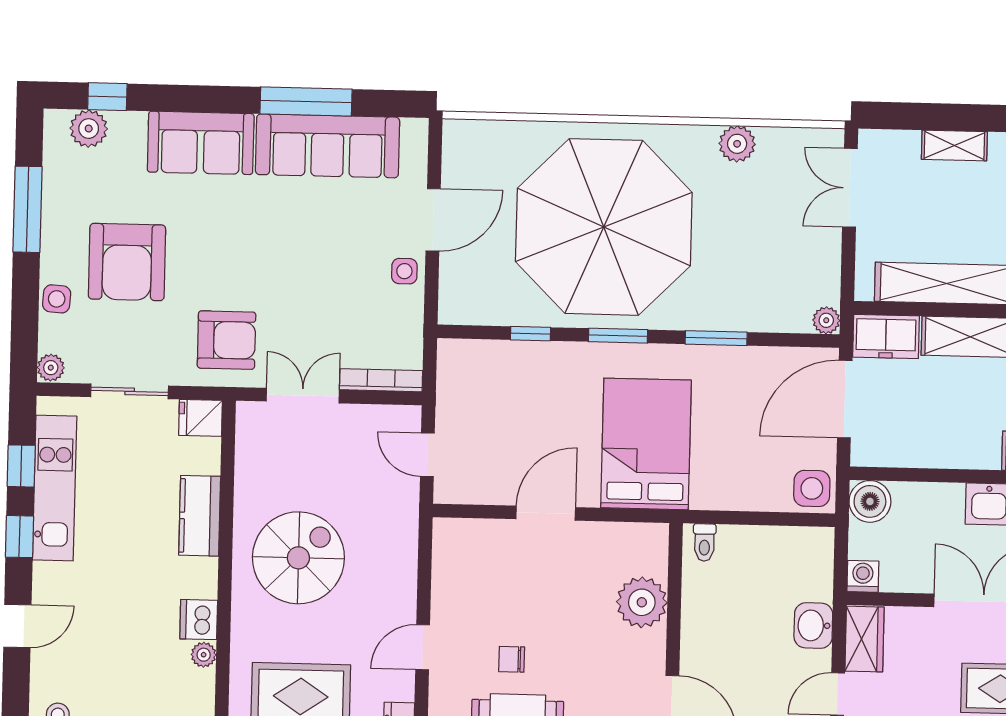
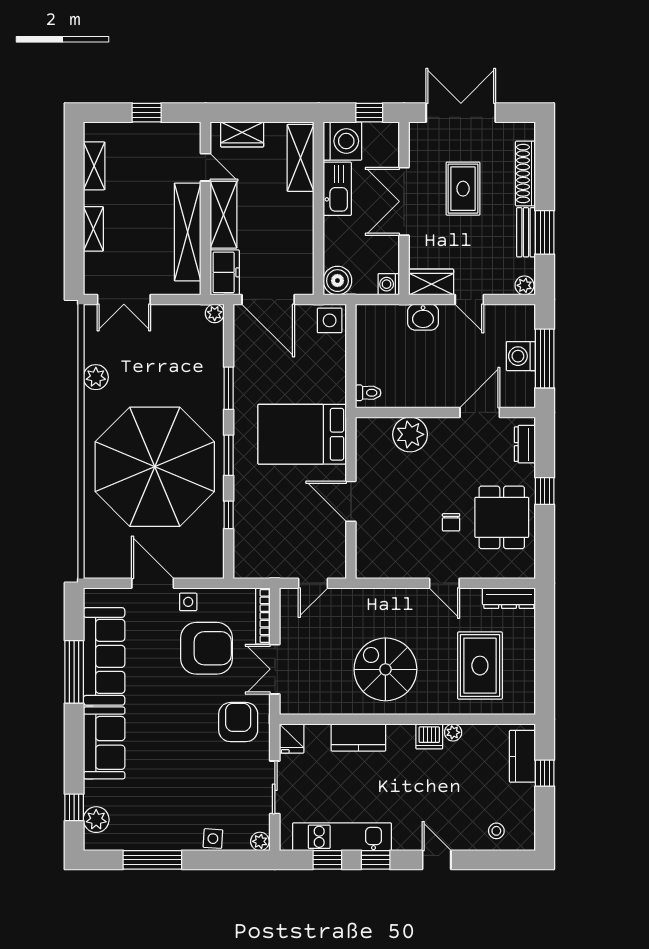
armchair: (127, 262) -> (207, 648), moved

